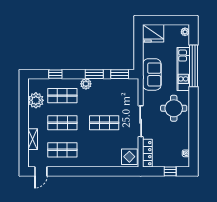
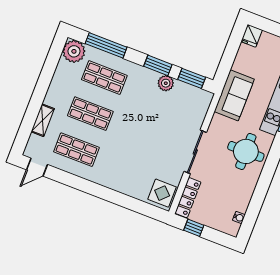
fridge: (153, 33) -> (252, 36), width x0.53, depth x0.75
window: (55, 74) -> (106, 45), width x2.17
plant: (86, 84) -> (166, 83), moved
plant: (36, 100) -> (74, 51), moved
shop shelf: (104, 123) -> (146, 135), removed
window: (170, 171) -> (194, 228), moved

